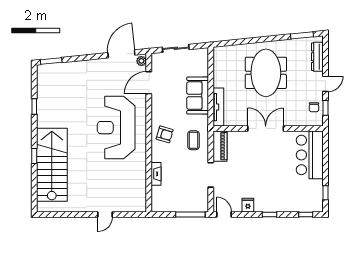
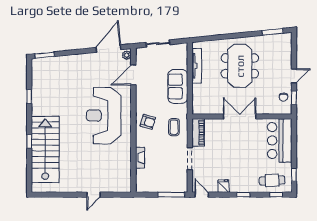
dresser: (317, 57) -> (287, 51), removed
tv unit: (218, 107) -> (197, 66), moved
cafe table: (301, 199) -> (272, 180), added

